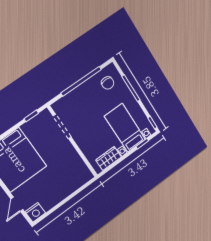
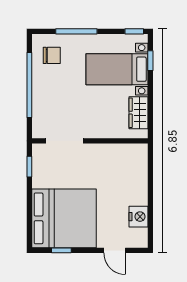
nightstand: (35, 212) -> (139, 217), moved

